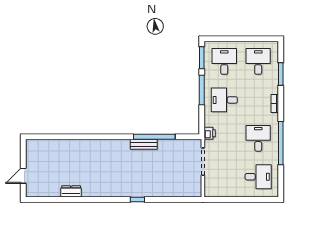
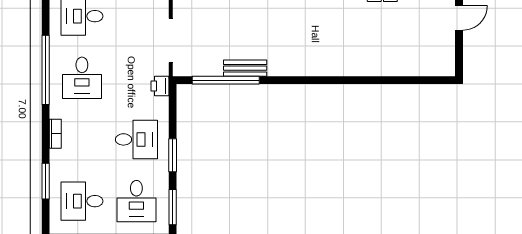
desk: (258, 61) -> (82, 201), turned 90
window: (202, 90) -> (173, 155), width x0.69
window: (154, 137) -> (226, 80), moved
bench: (144, 144) -> (245, 68), moved

